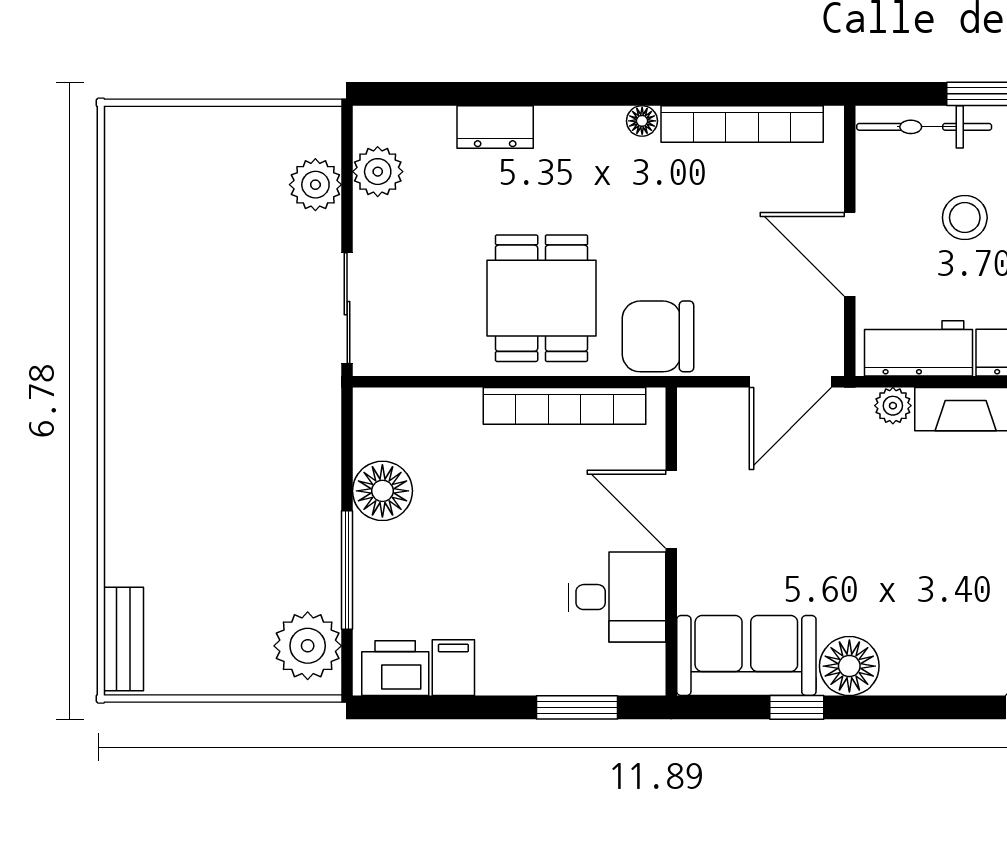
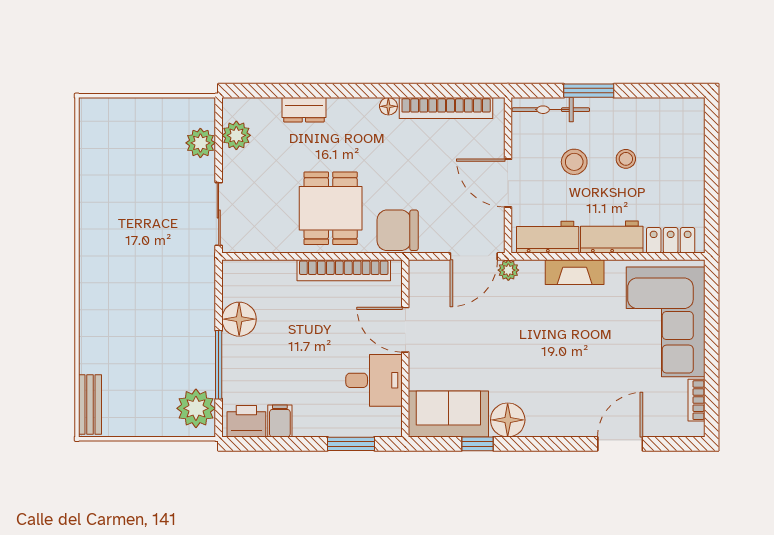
plant: (893, 406) -> (508, 270), moved

